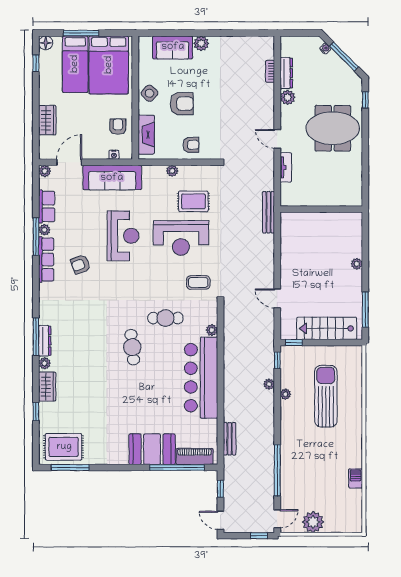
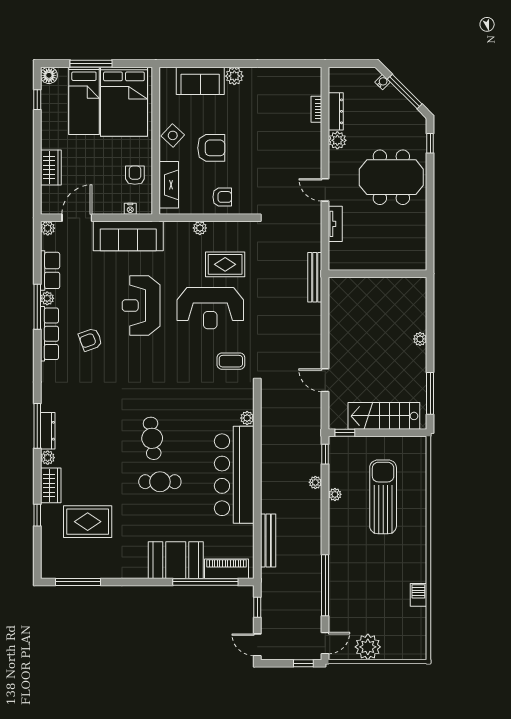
reception desk: (123, 236) -> (141, 305), turned 180
cafe table: (165, 318) -> (160, 482), moved
bench: (230, 439) -> (268, 541), width x1.36
rug: (64, 447) -> (88, 522), moved

